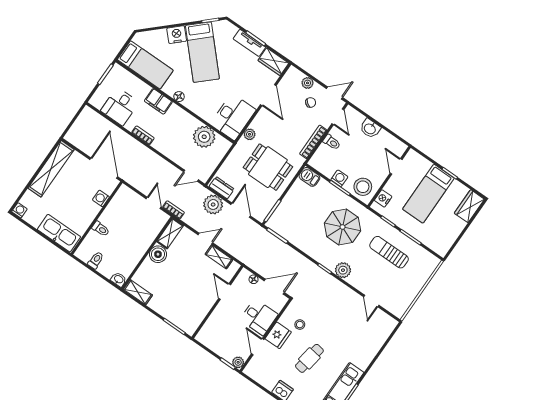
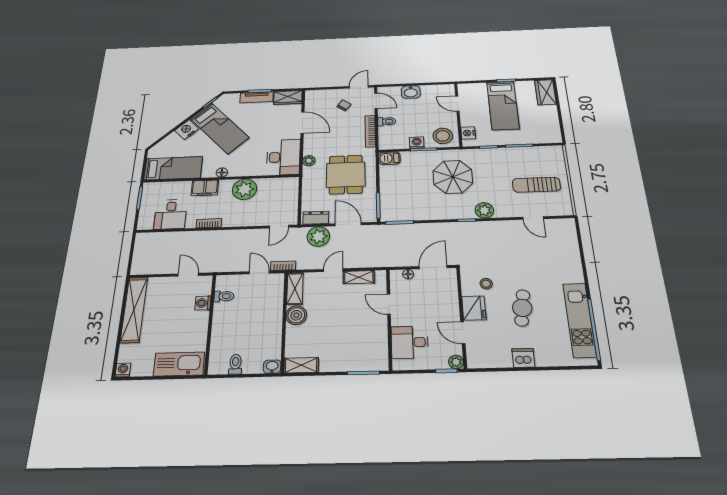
plant: (308, 83) -> (330, 94), removed
plant: (204, 137) -> (245, 189), moved
dining table: (268, 167) -> (346, 175), turned 90
door: (104, 168) -> (188, 275), width x0.53
toilet: (101, 229) -> (224, 296), moved
sun lounger: (389, 252) -> (536, 185), moved
desk: (259, 317) -> (410, 342), moved, turned 180

